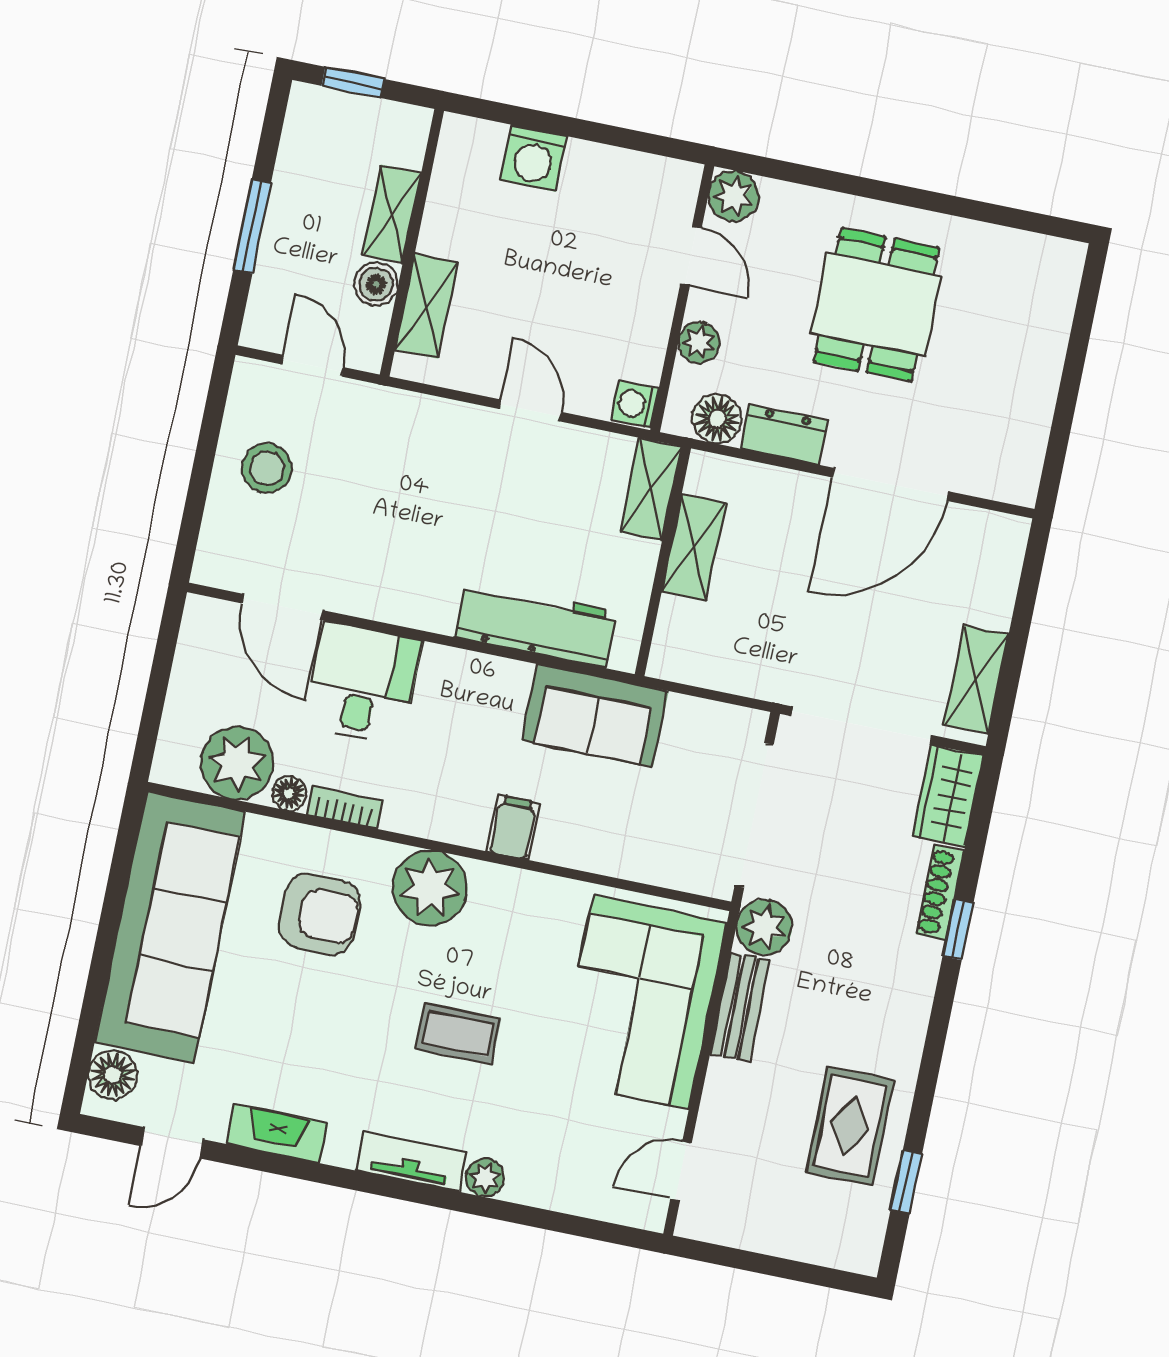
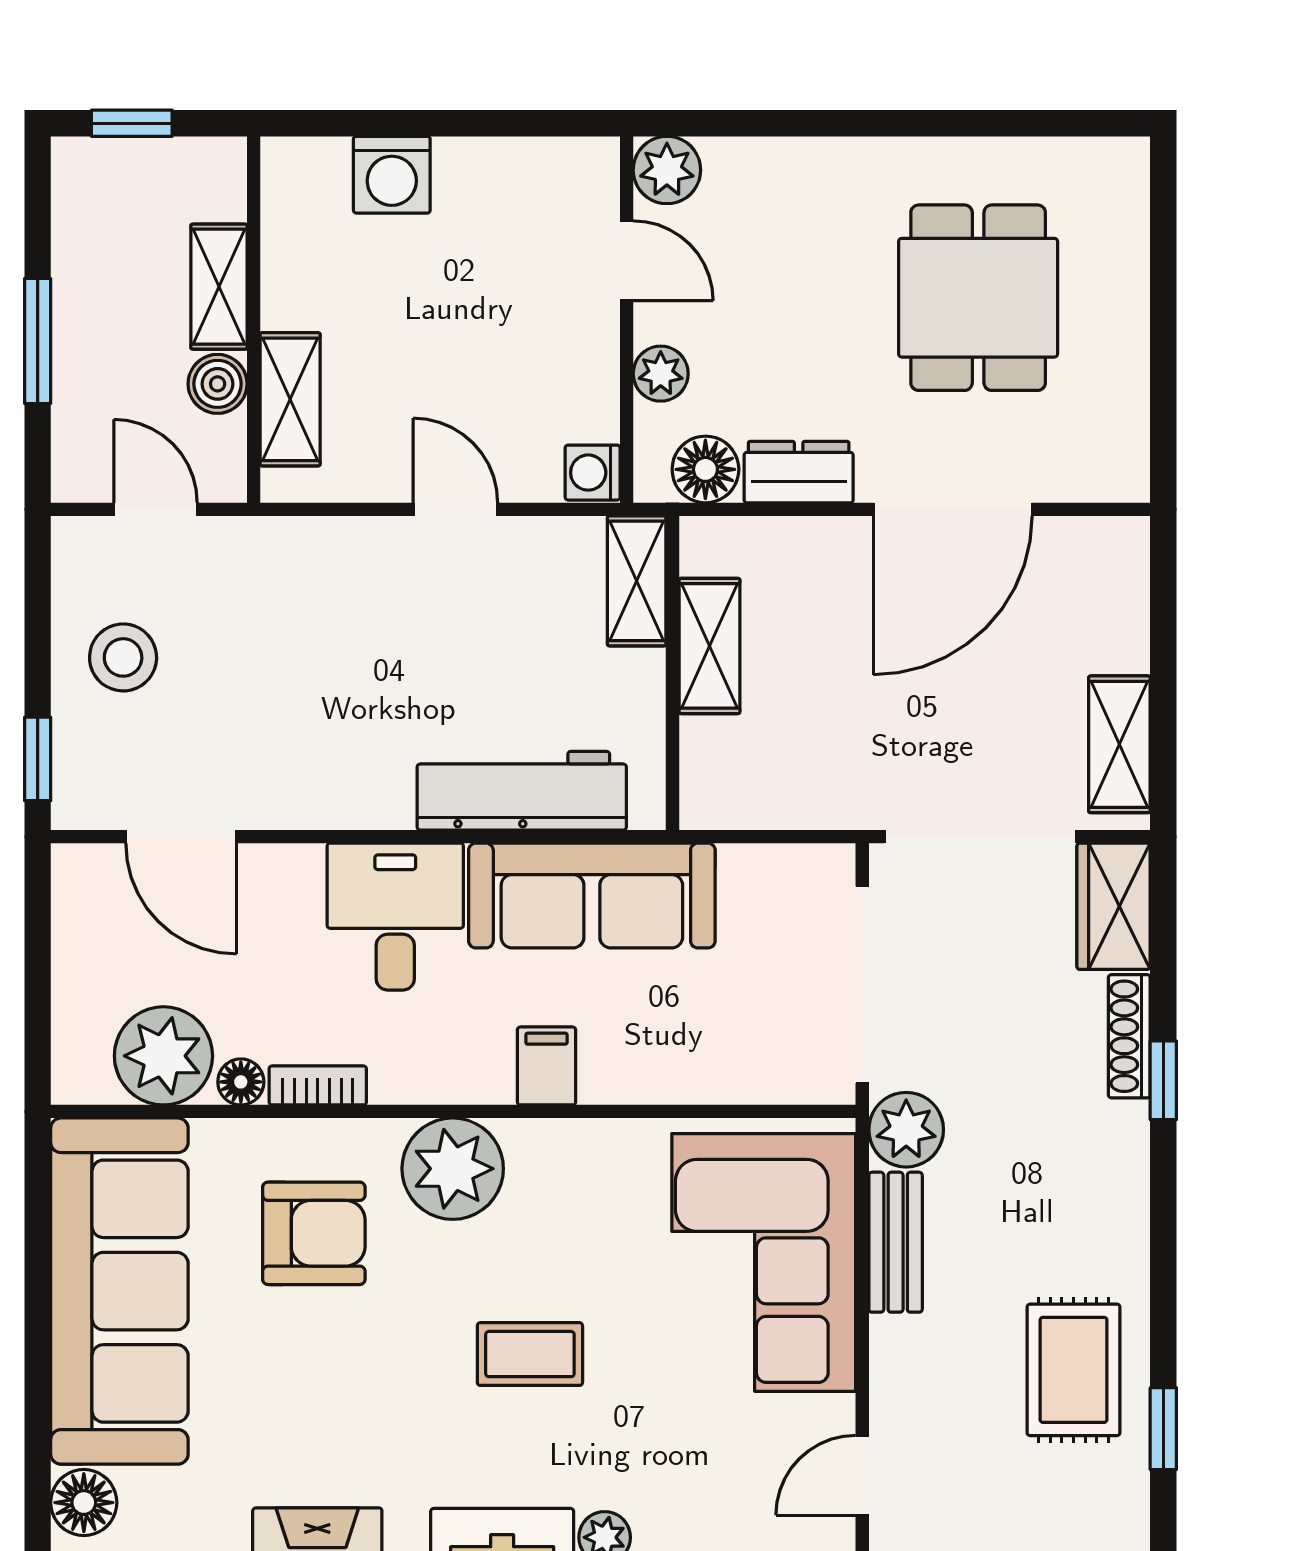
dining table: (876, 305) -> (978, 298), moved
window: (190, 529) -> (38, 759), added
desk: (362, 684) -> (395, 917), moved
sofa: (595, 715) -> (592, 896), width x1.36

